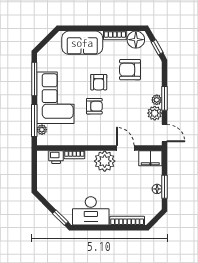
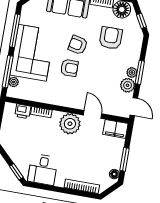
armchair: (130, 70) -> (111, 38), turned 90
armchair: (99, 82) -> (78, 45), turned 102
floor lamp: (157, 189) -> (114, 174), moved
desk: (91, 211) -> (43, 170), width x0.73

